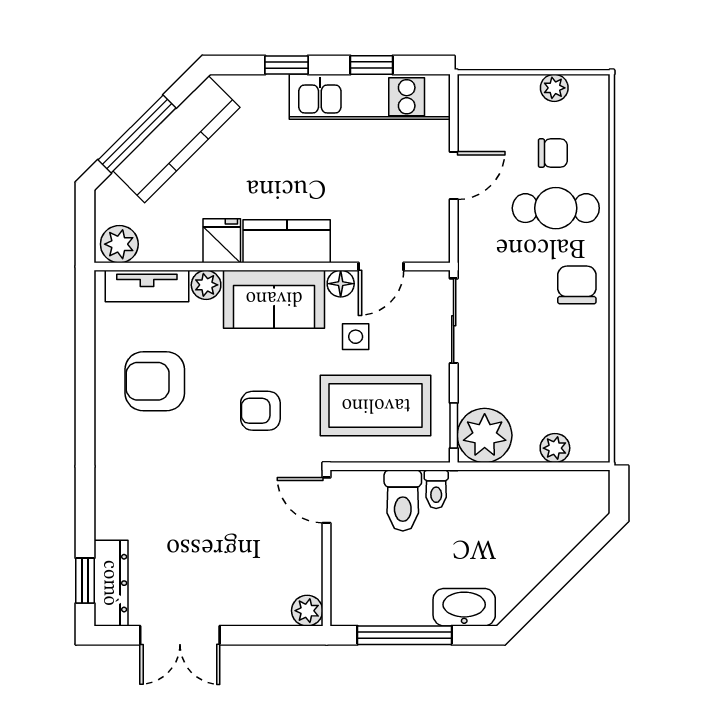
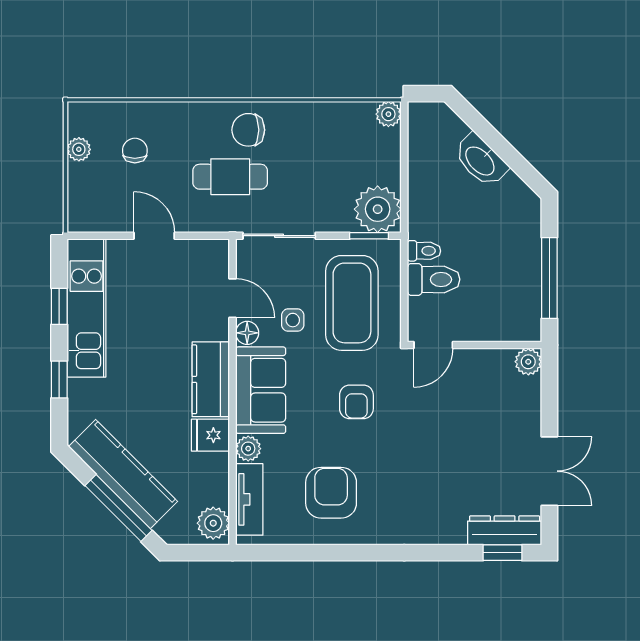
cafe table: (556, 208) -> (230, 177), moved, turned 90
armchair: (155, 381) -> (331, 493), turned 180
plant: (555, 448) -> (388, 114), moved
washbasin: (464, 607) -> (481, 160), moved, turned -45

